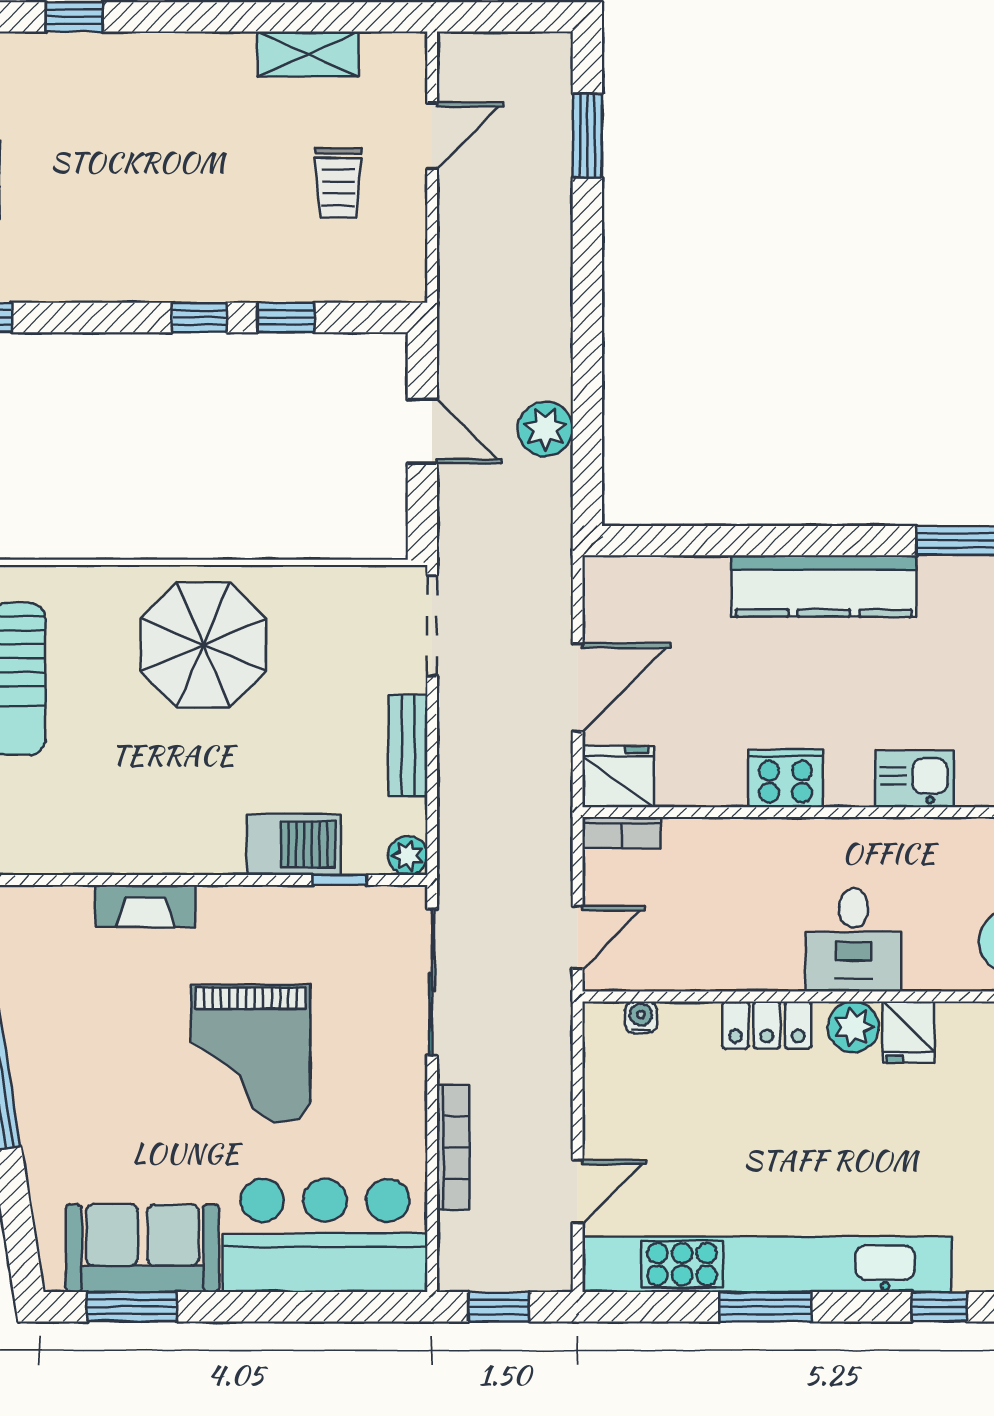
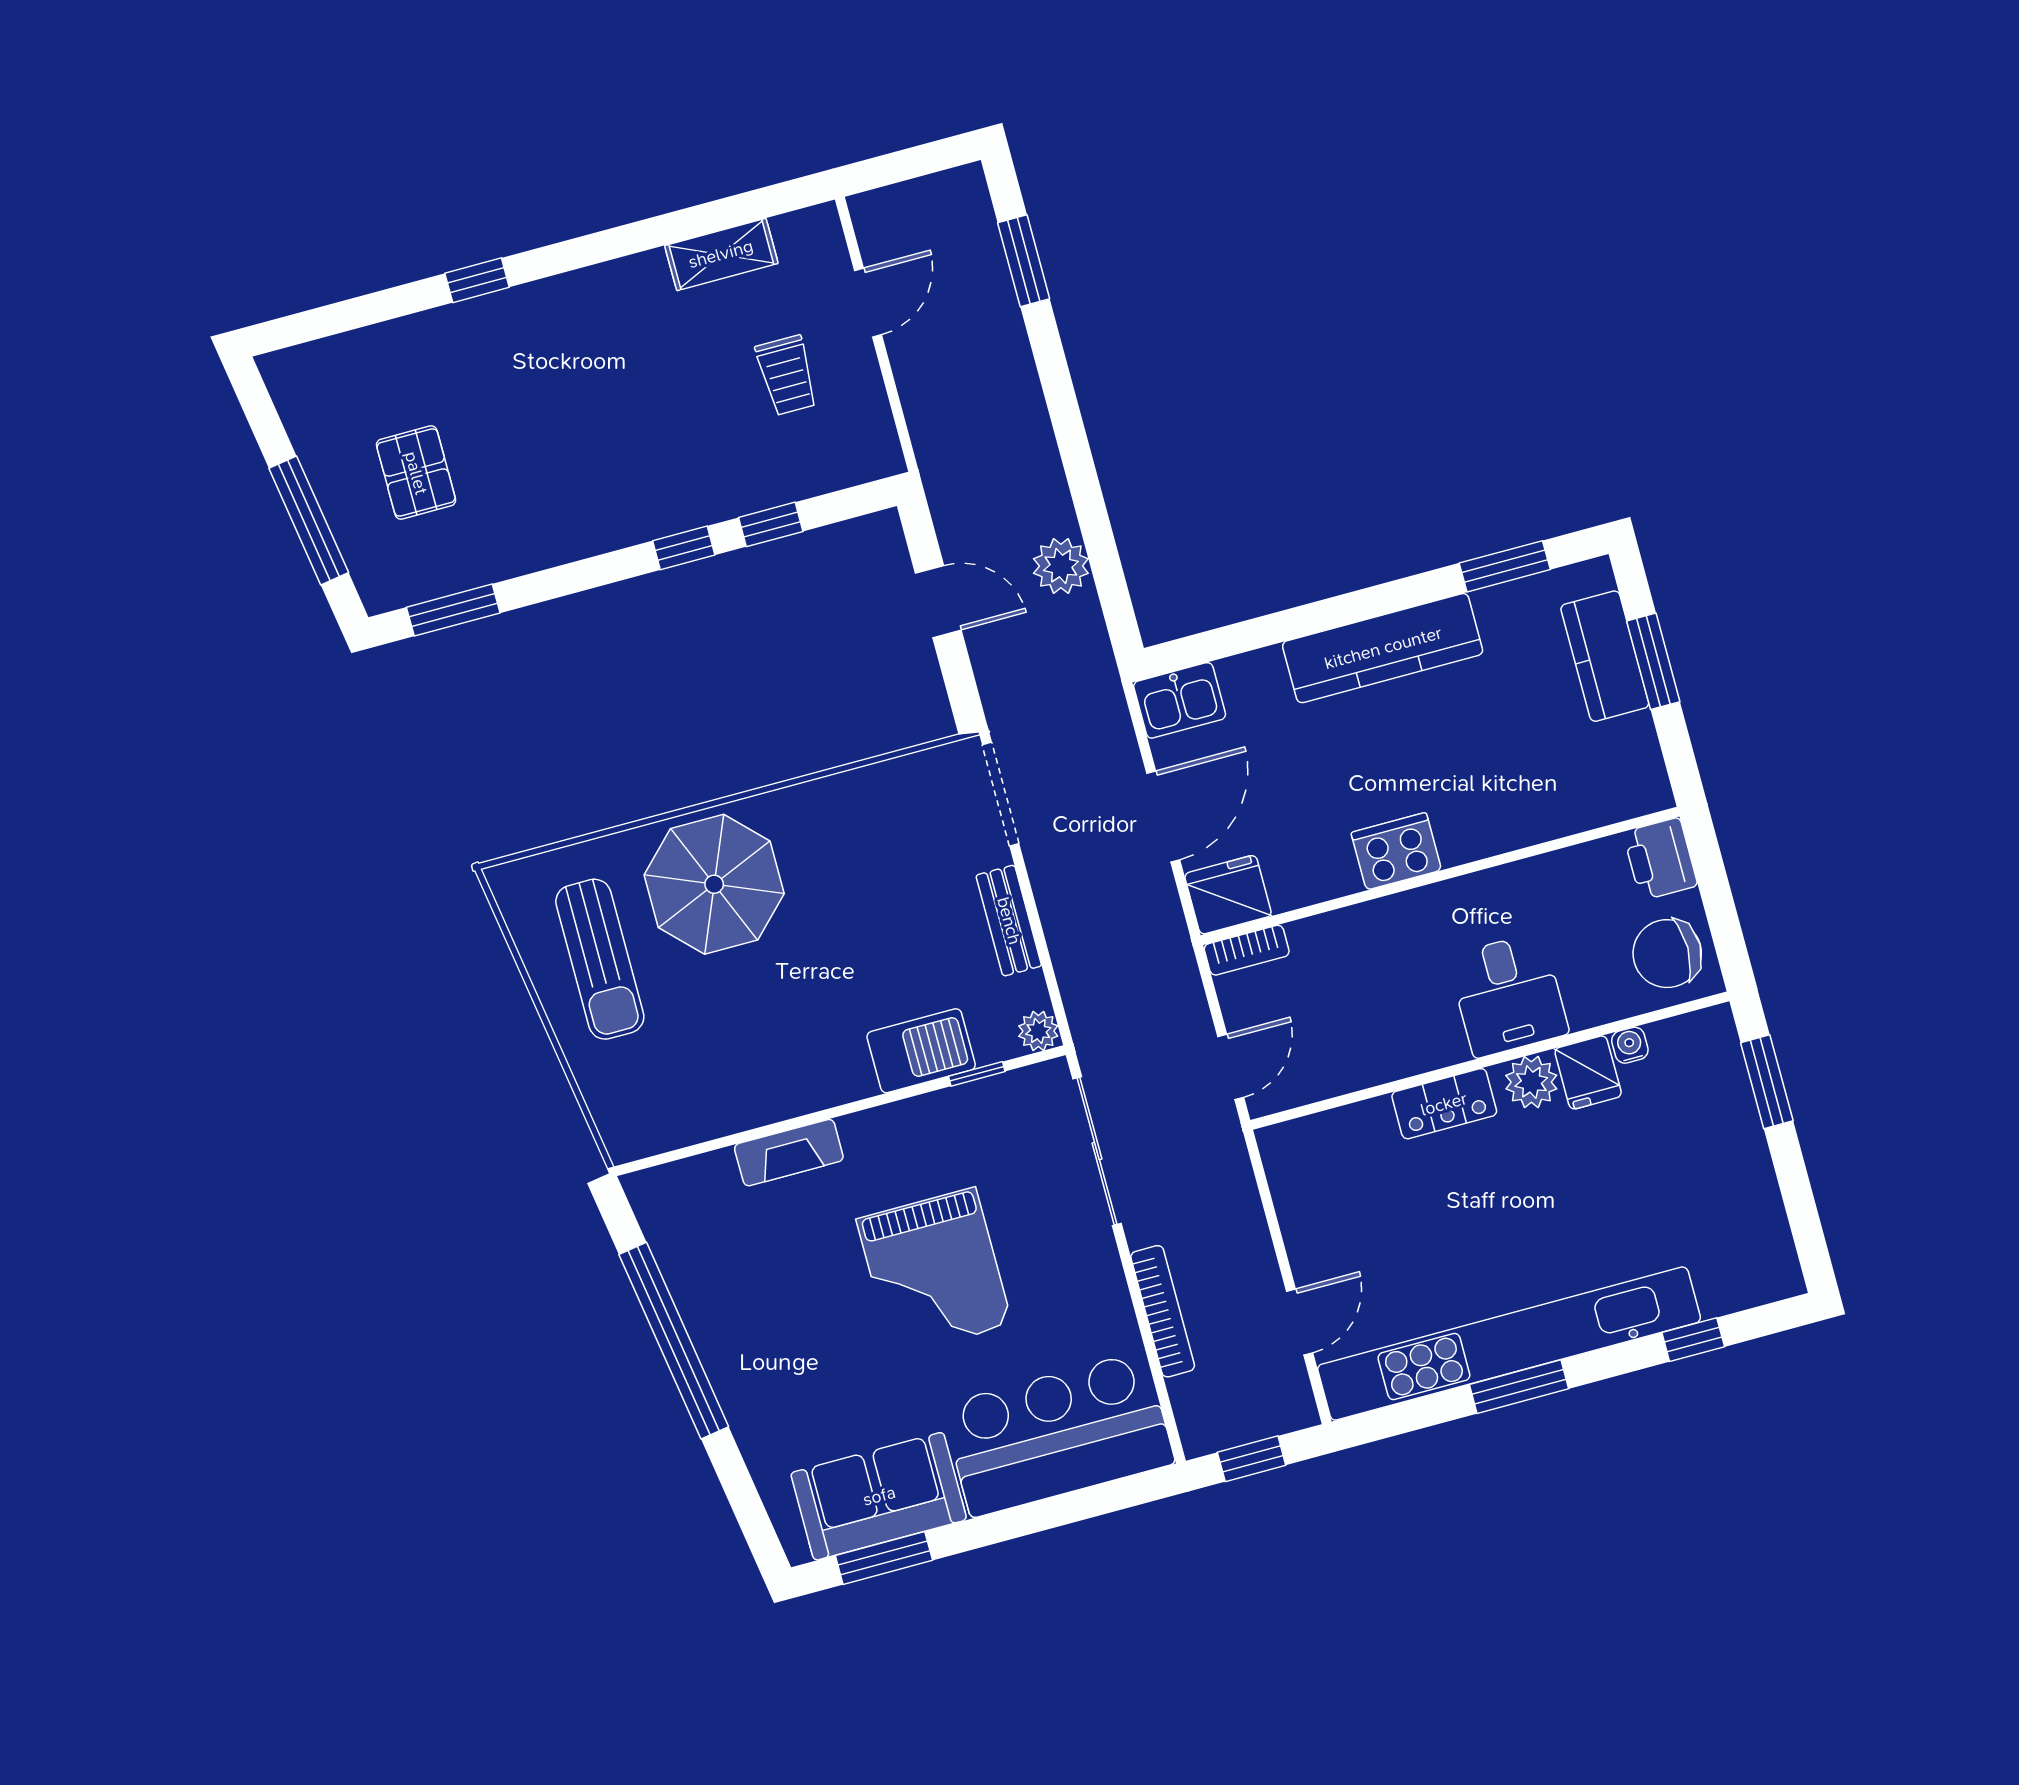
parasol: (203, 645) -> (714, 884), moved
kitchen sink: (914, 779) -> (1180, 700), moved, turned 180
water cooler: (641, 1017) -> (1630, 1045), moved

